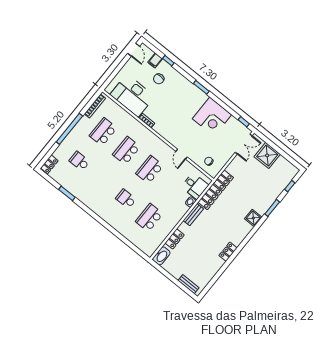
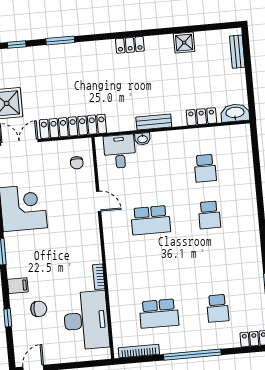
filing cabinet: (155, 61) -> (18, 286), moved
school desk: (126, 151) -> (155, 267), removed
door: (181, 154) -> (99, 201), hinge flipped
locker: (216, 190) -> (73, 126), moved
school desk: (149, 218) -> (205, 168), width x0.54
shower: (253, 218) -> (184, 43), moved
locker: (228, 252) -> (130, 45), moved

